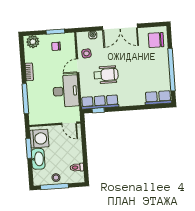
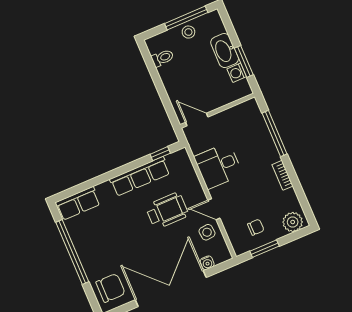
double door: (120, 27) -> (171, 289), width x1.36
door: (78, 66) -> (214, 209), swing flipped
wheelchair: (106, 75) -> (167, 211), turned 180
desk: (66, 91) -> (218, 166), width x0.73
row of seats: (100, 102) -> (140, 176), moved
washing machine: (39, 139) -> (237, 73), width x0.53, depth x0.53

